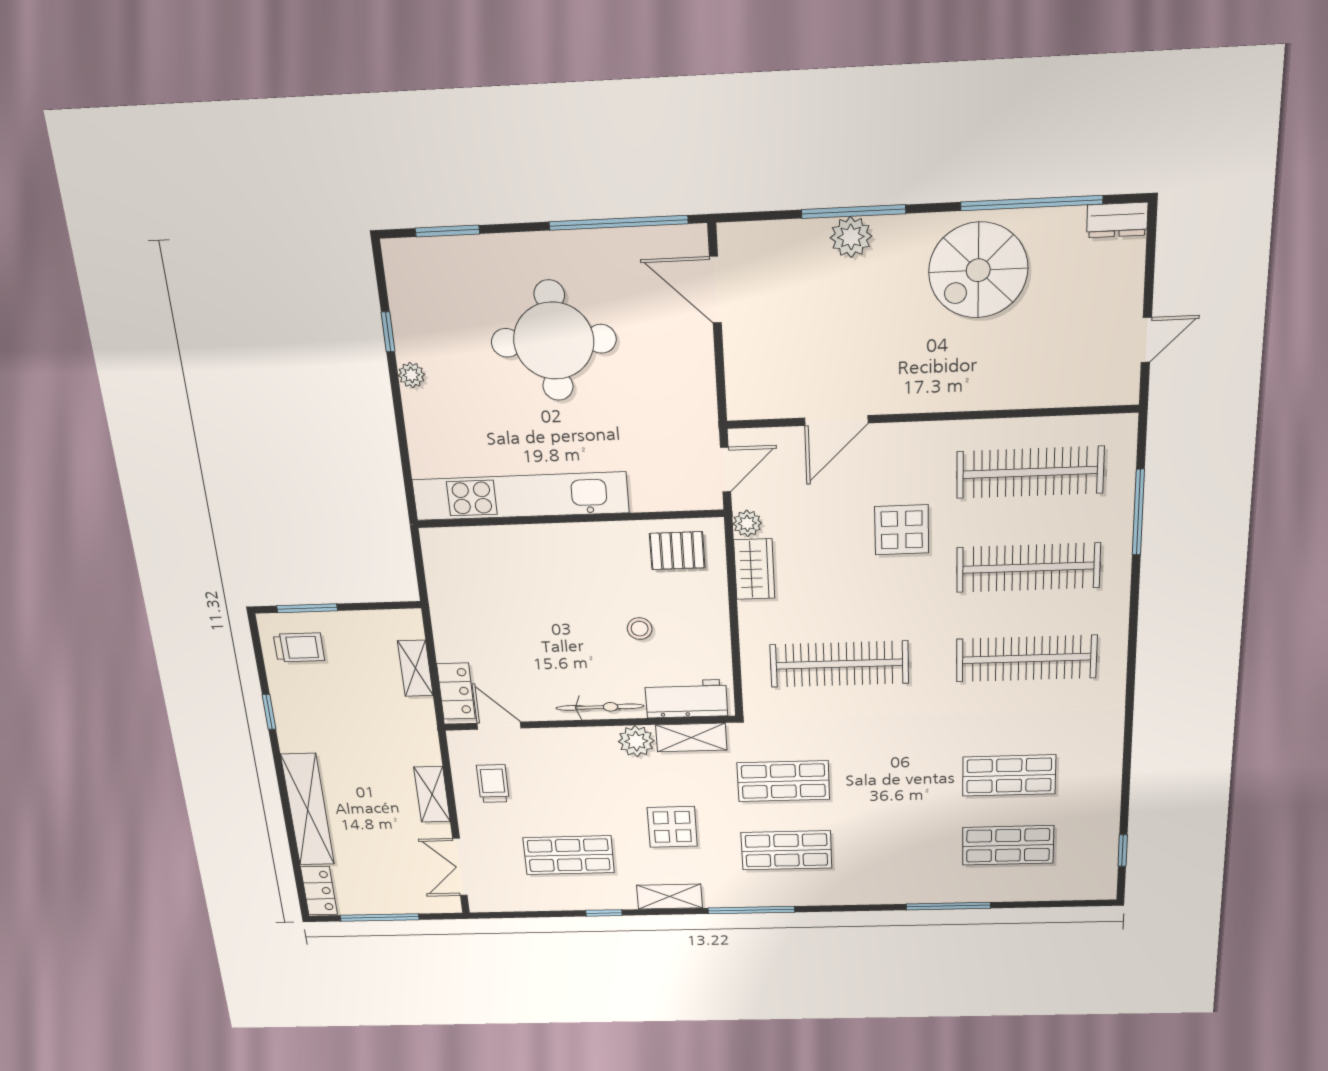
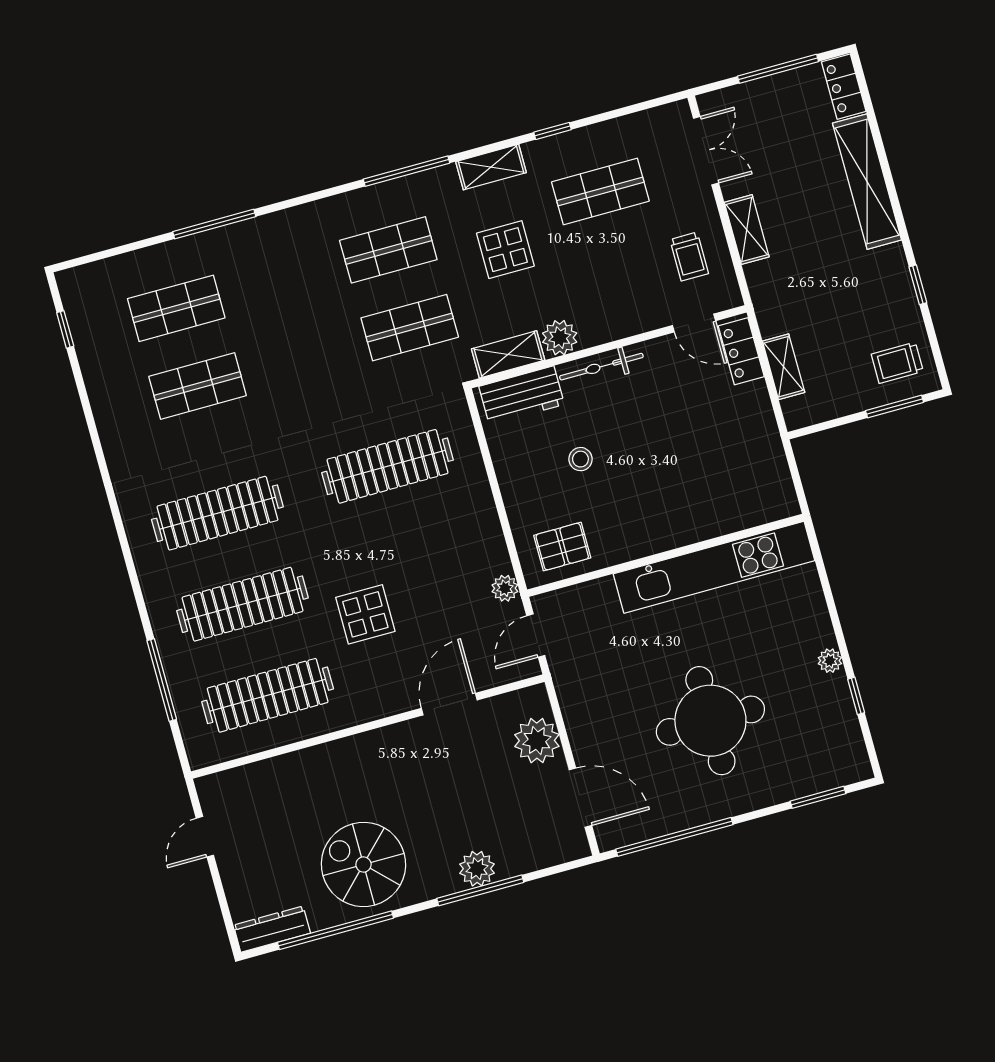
dresser: (1117, 220) -> (272, 929), width x1.44
spiral stairs: (978, 270) -> (363, 864), turned -90
plant: (750, 362) -> (537, 741), added
wardrobe: (754, 569) -> (488, 545), removed

